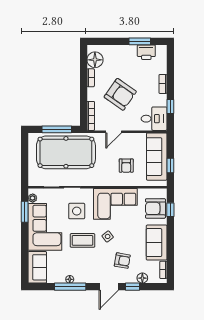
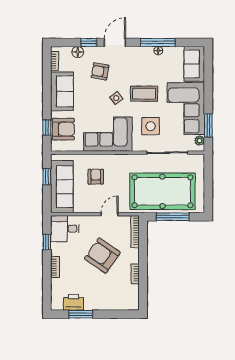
floor lamp: (95, 60) -> (130, 294), removed

